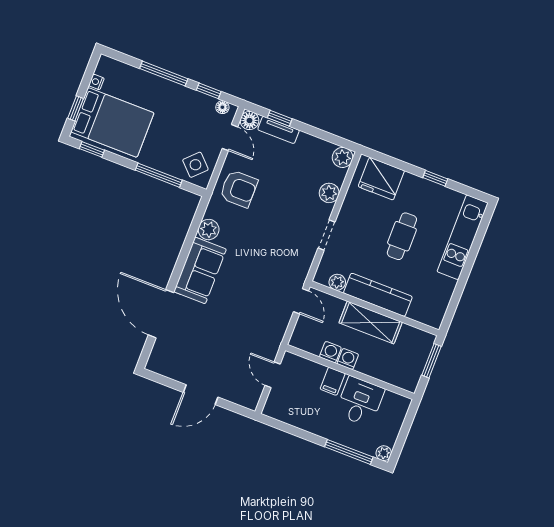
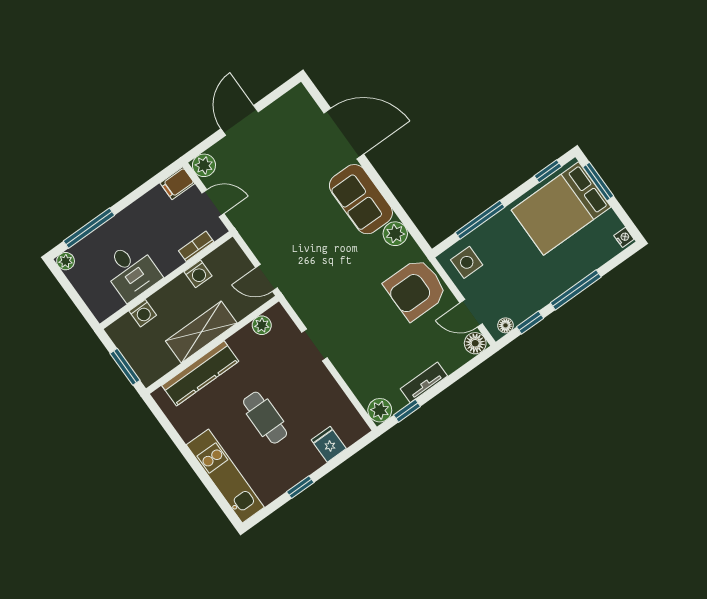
nightstand: (96, 82) -> (624, 237), moved
window: (76, 108) -> (598, 182), width x1.50
window: (280, 118) -> (407, 411), moved
tv unit: (279, 130) -> (424, 382), moved
side table: (195, 165) -> (467, 262), turned 45
fridge: (381, 179) -> (329, 444), width x0.53, depth x0.75
armchair: (239, 189) -> (416, 289), width x1.36, depth x1.36
plant: (329, 193) -> (204, 165), moved
kitchen counter: (378, 295) -> (200, 373), moved
washing machine: (348, 359) -> (143, 313), moved
bookcase: (311, 366) -> (196, 246), added
filing cabinet: (333, 381) -> (177, 183), moved, turned -90

